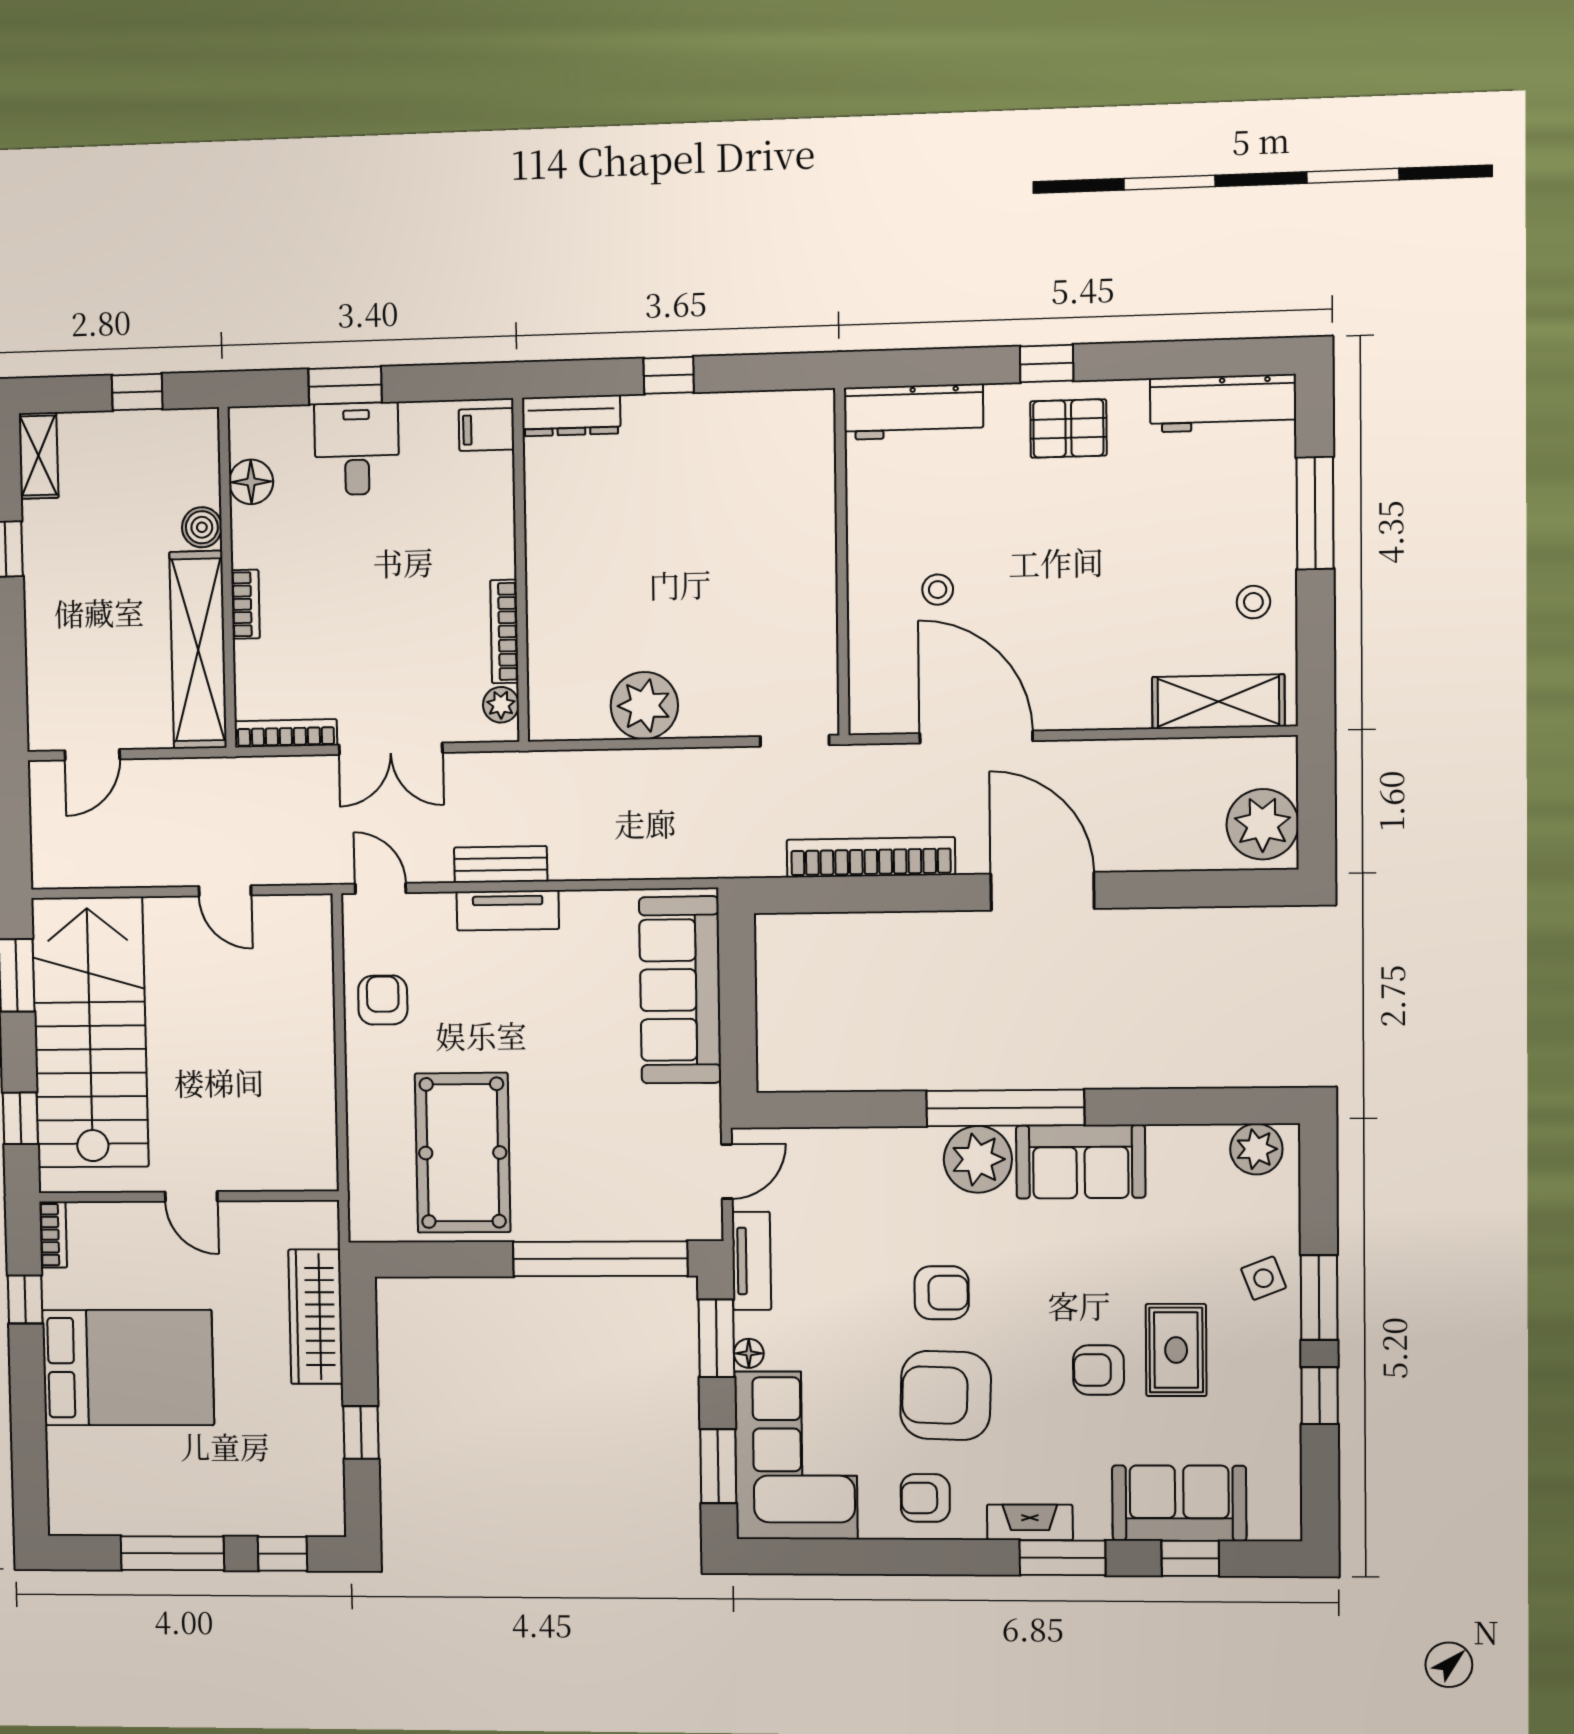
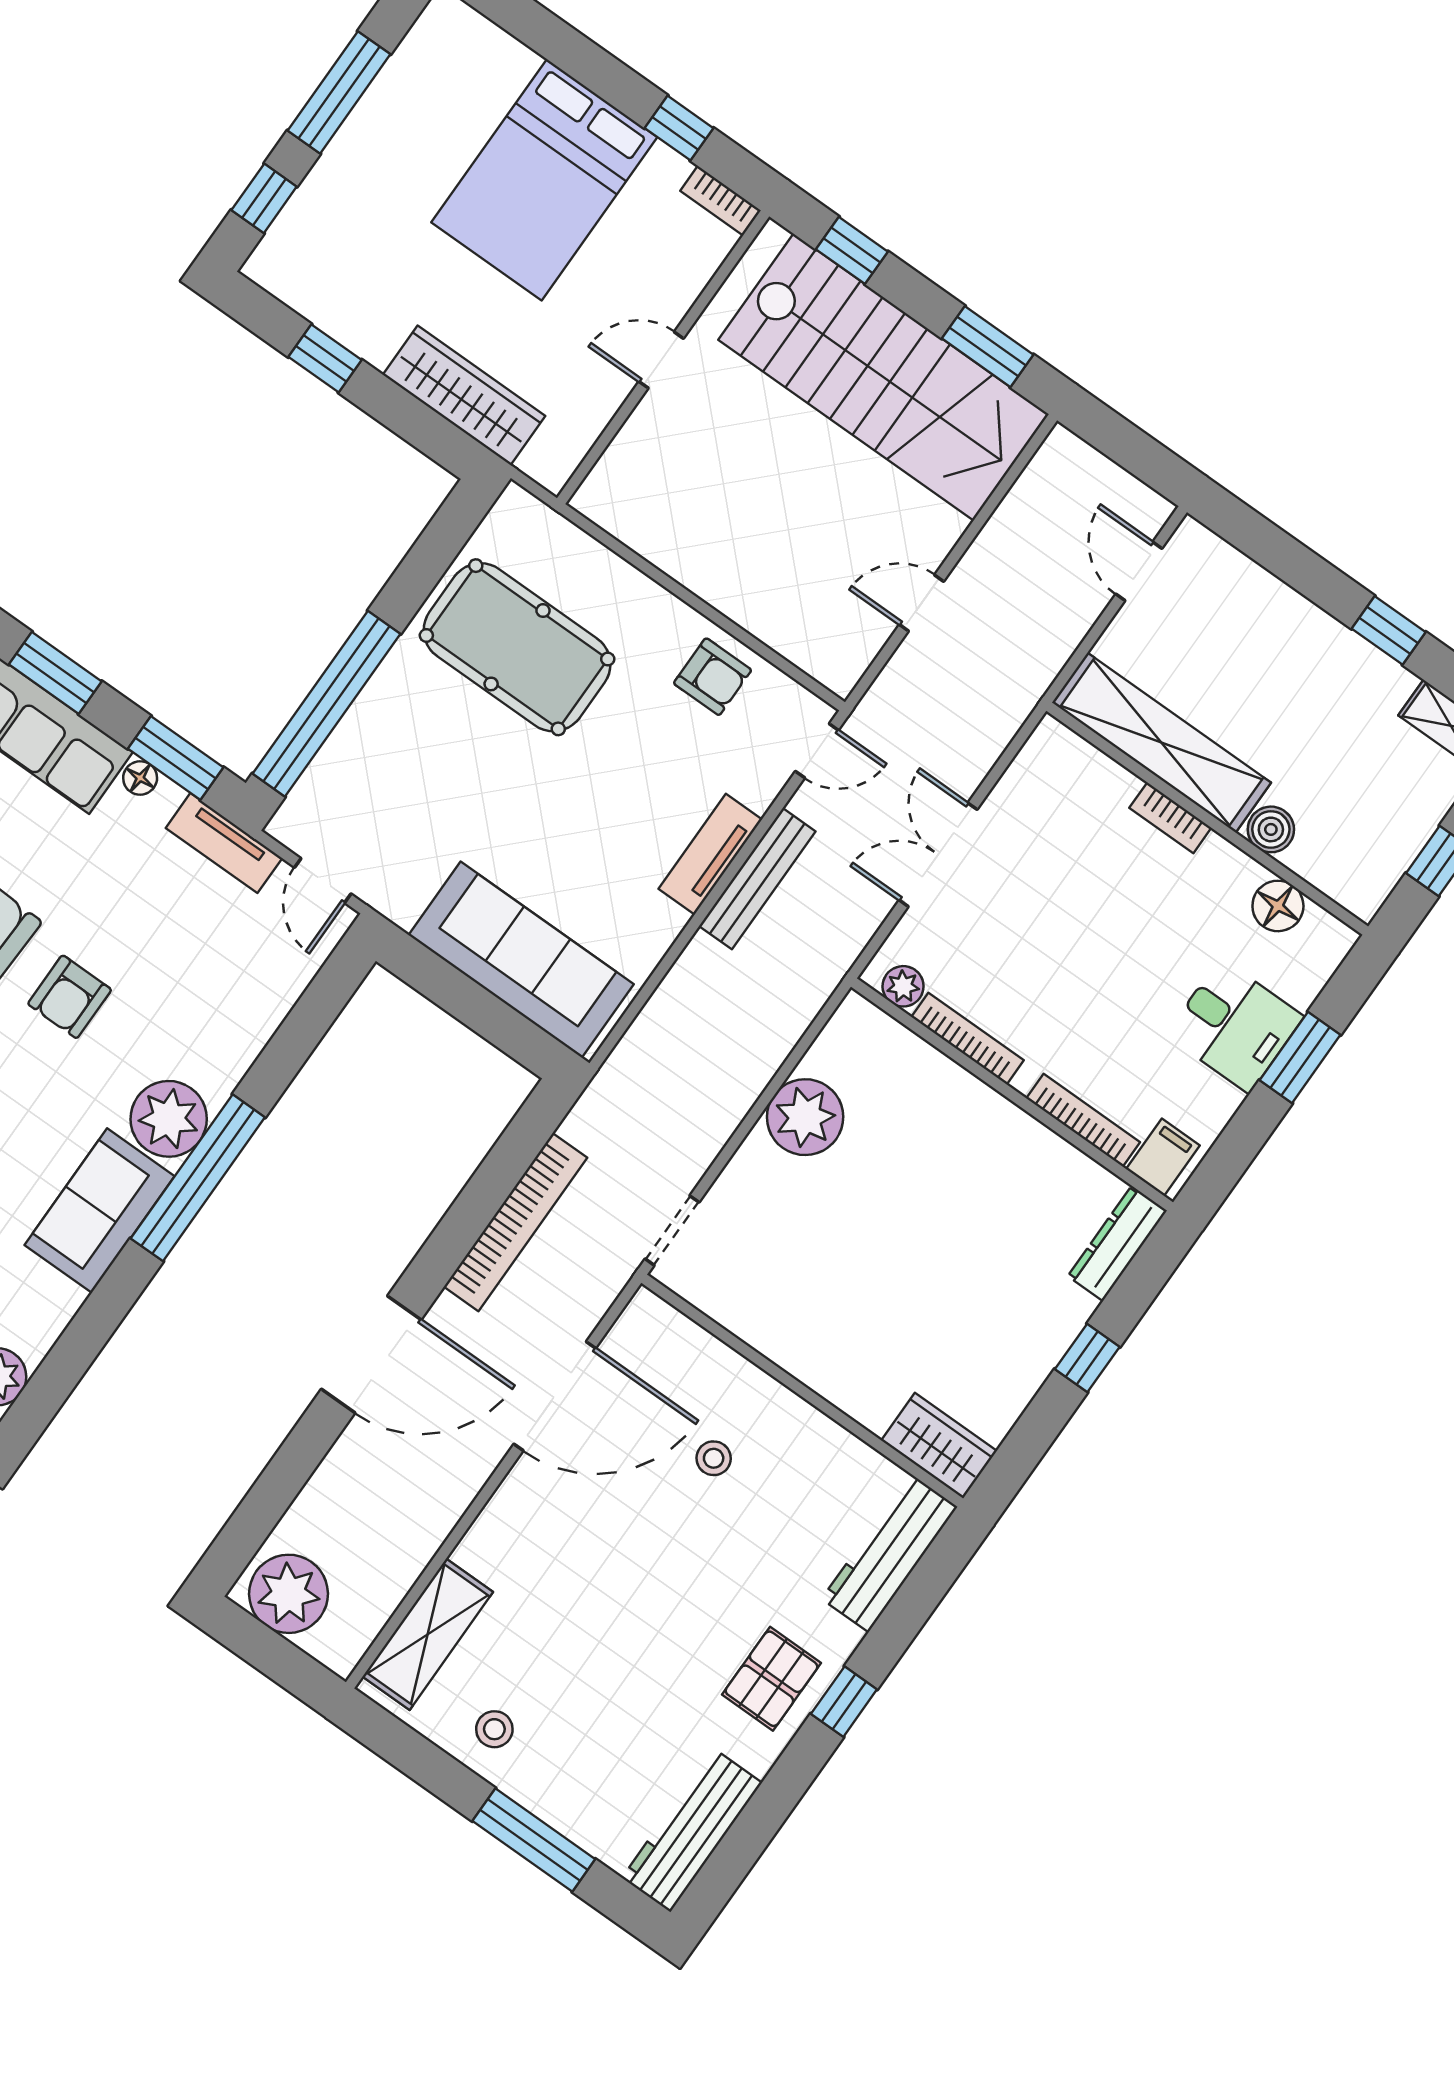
wardrobe: (810, 434) -> (939, 1446), added
bookcase: (286, 733) -> (1083, 1120), moved, turned -90
bench: (501, 864) -> (757, 879), width x1.36

